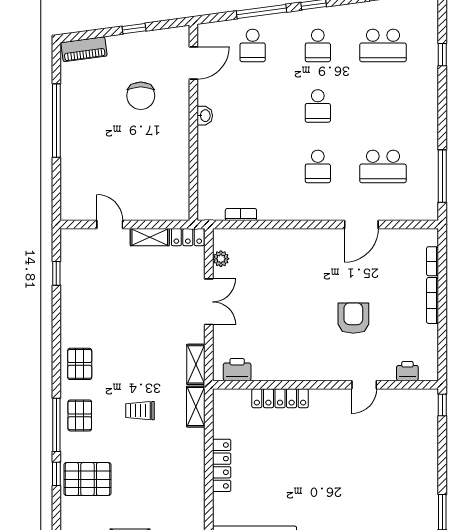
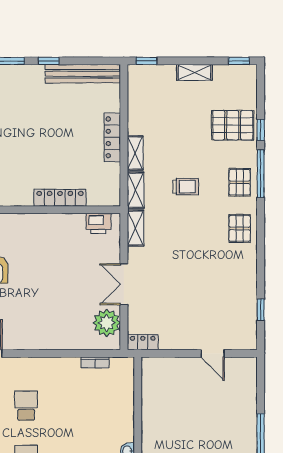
shelving: (150, 237) -> (135, 153), moved, turned 90
plant: (221, 259) -> (107, 323), width x1.87, depth x1.87

